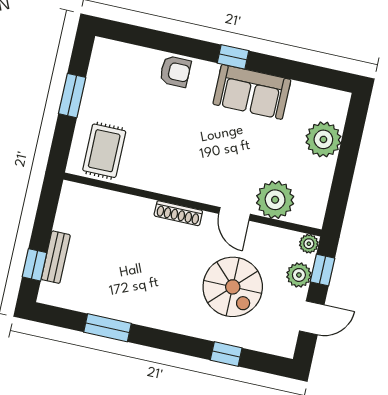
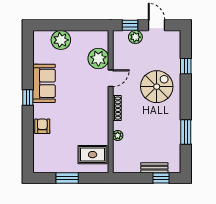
plant: (309, 244) -> (118, 136), moved
spiral stairs: (233, 287) -> (157, 87), moved

